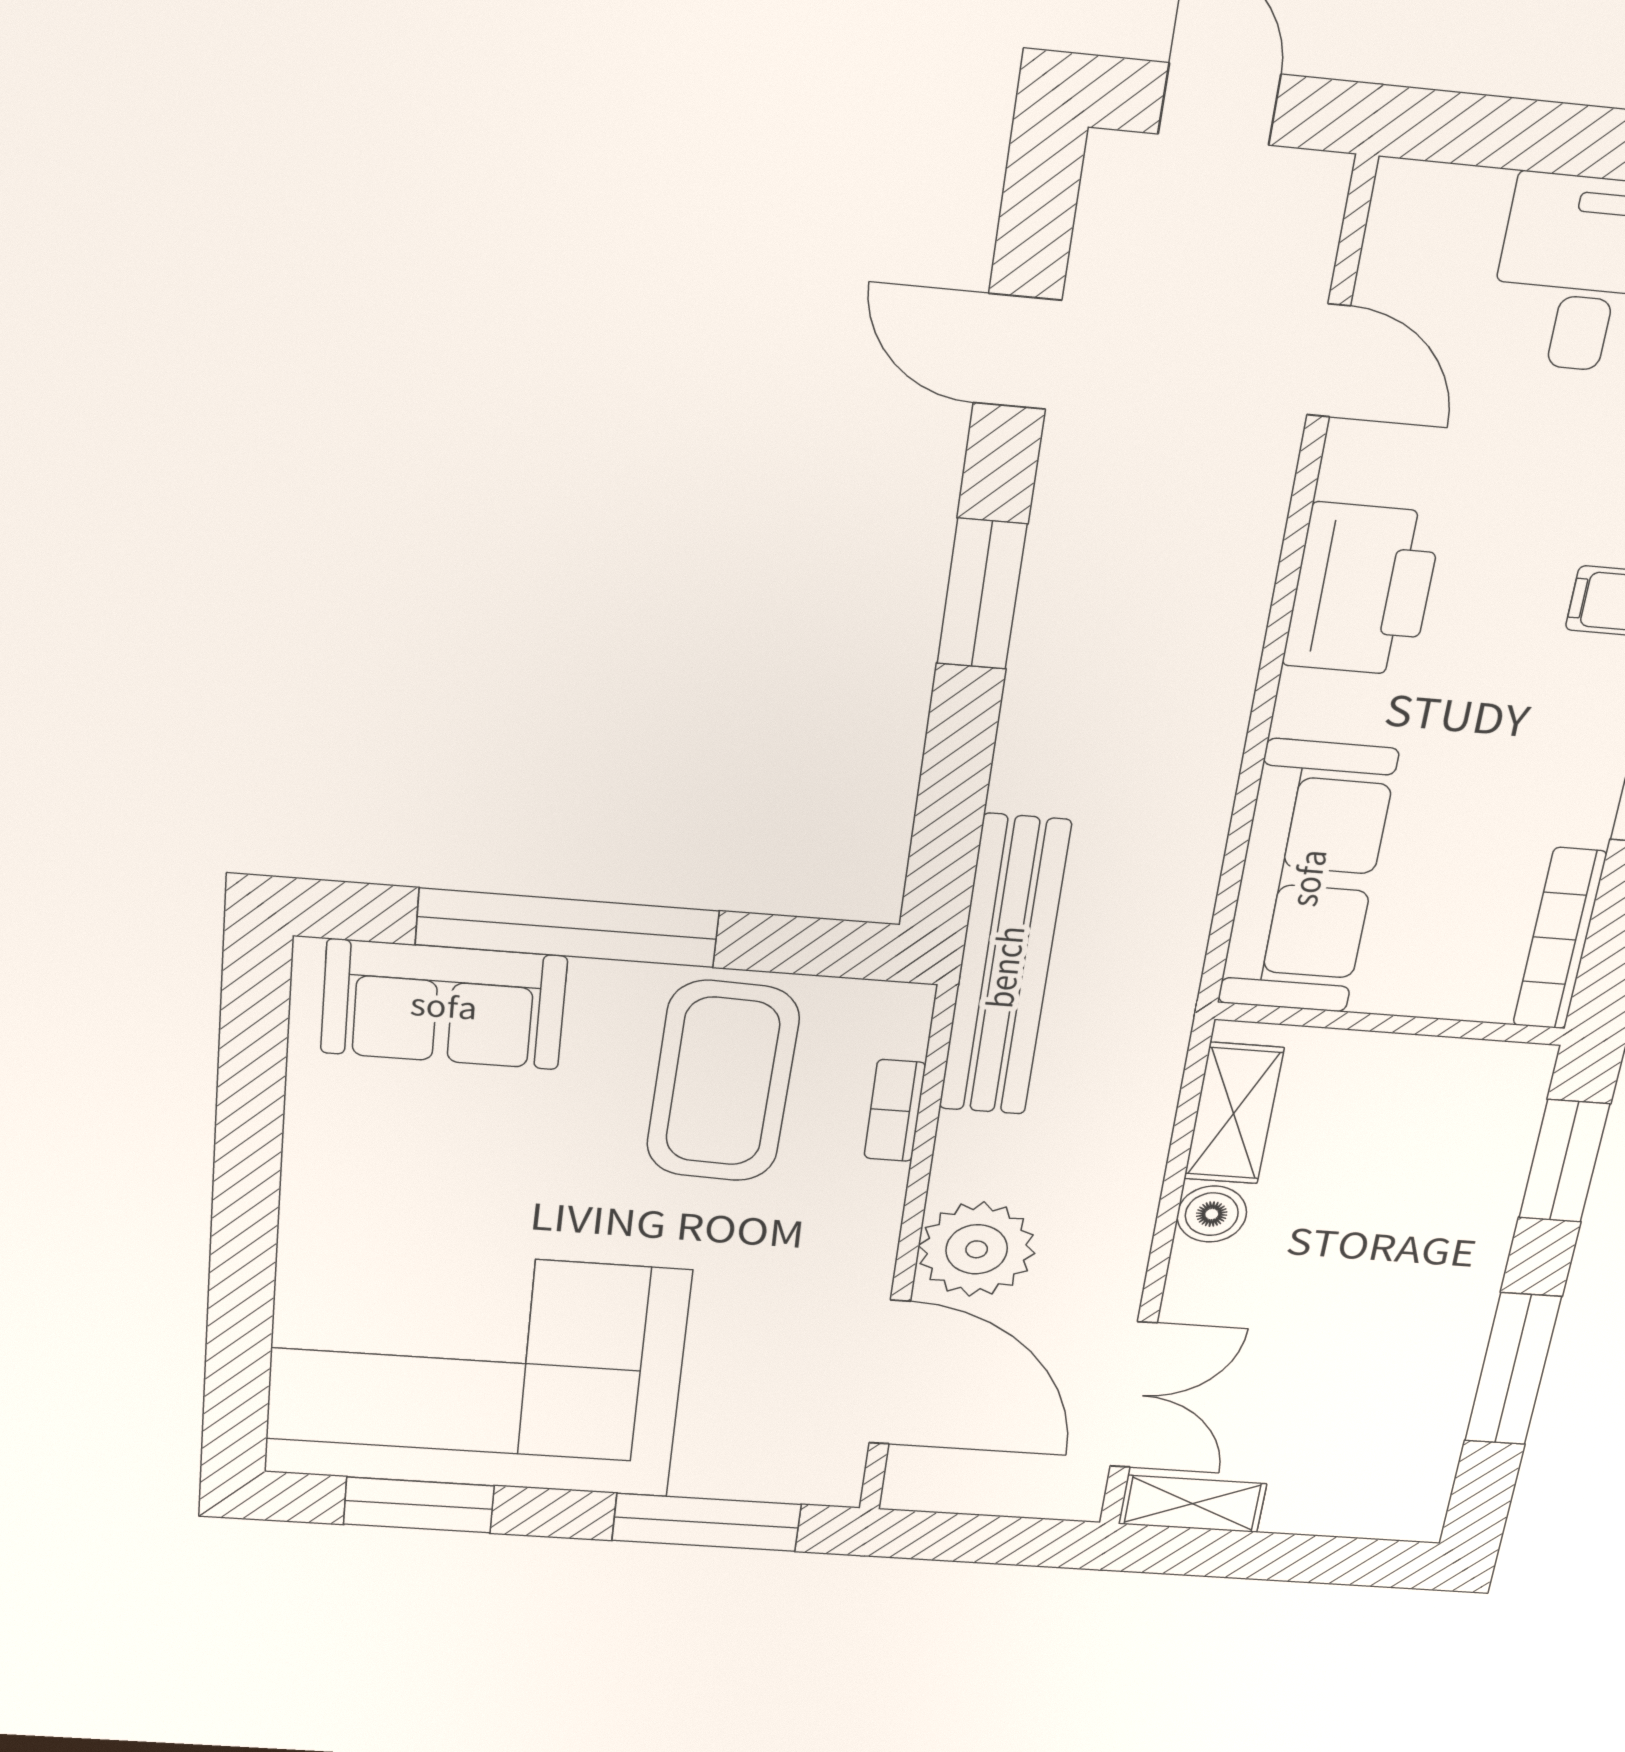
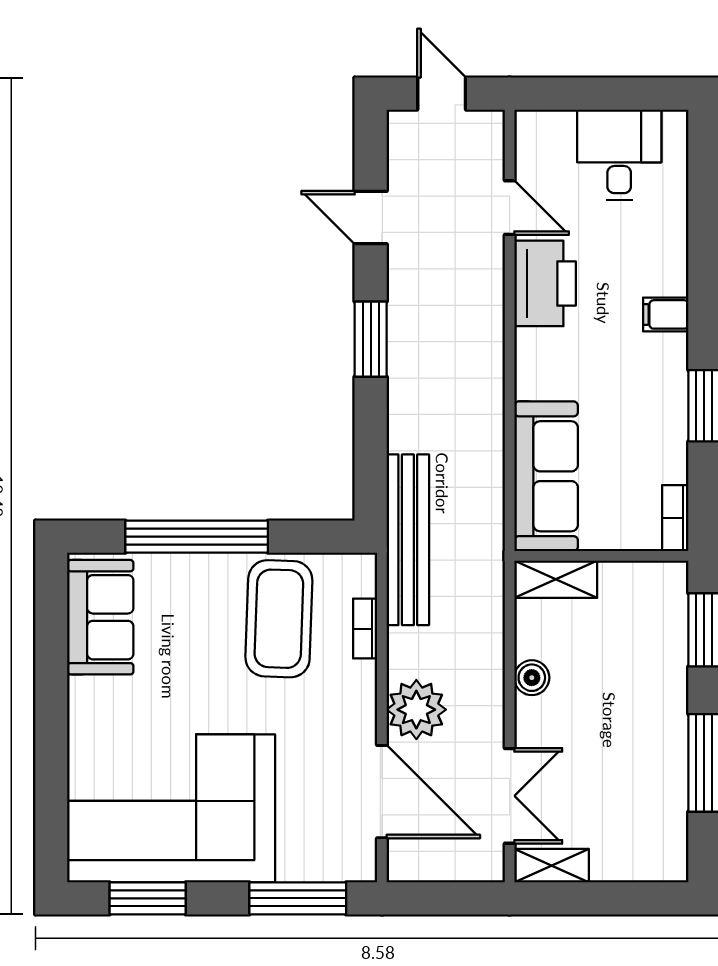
printer: (1362, 590) -> (545, 283), moved
bookcase: (1560, 939) -> (675, 518), width x0.64
sofa: (444, 1005) -> (100, 617), moved, turned -90
shelving: (1234, 1113) -> (556, 579), moved, turned 90

